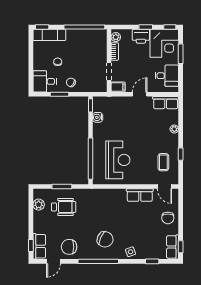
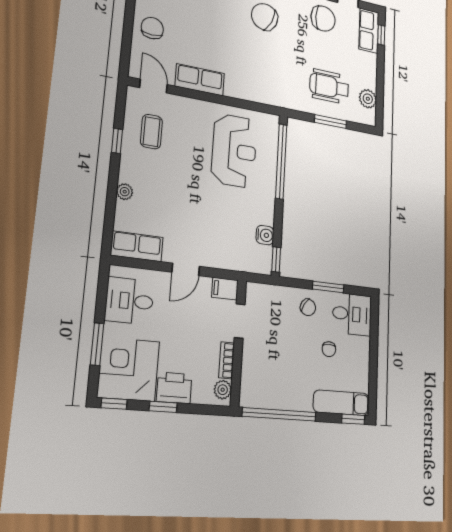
reception desk: (118, 160) -> (234, 151), turned 180

